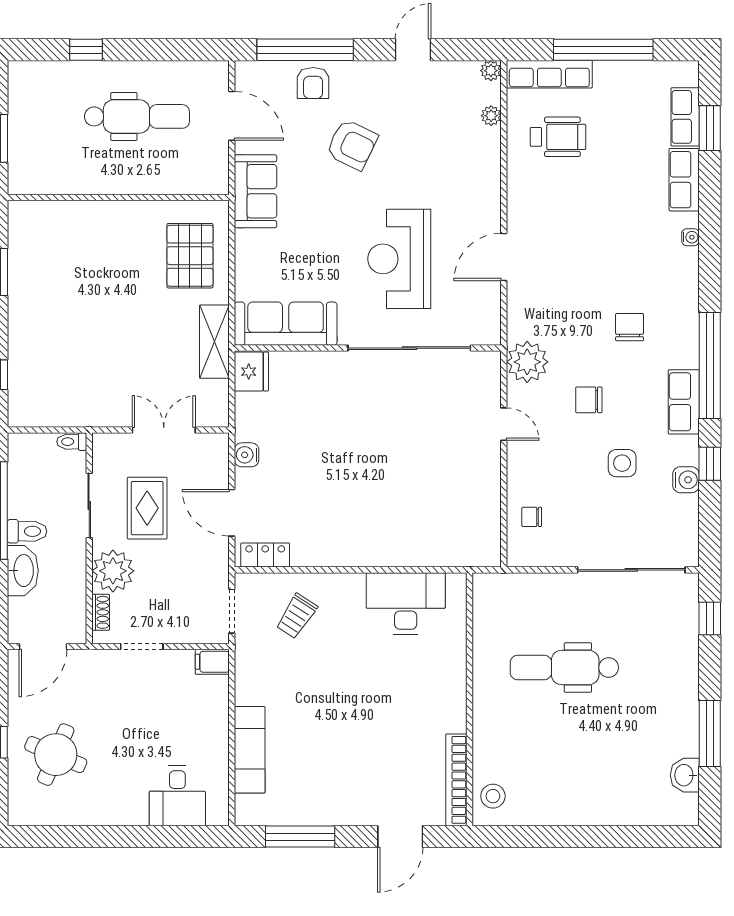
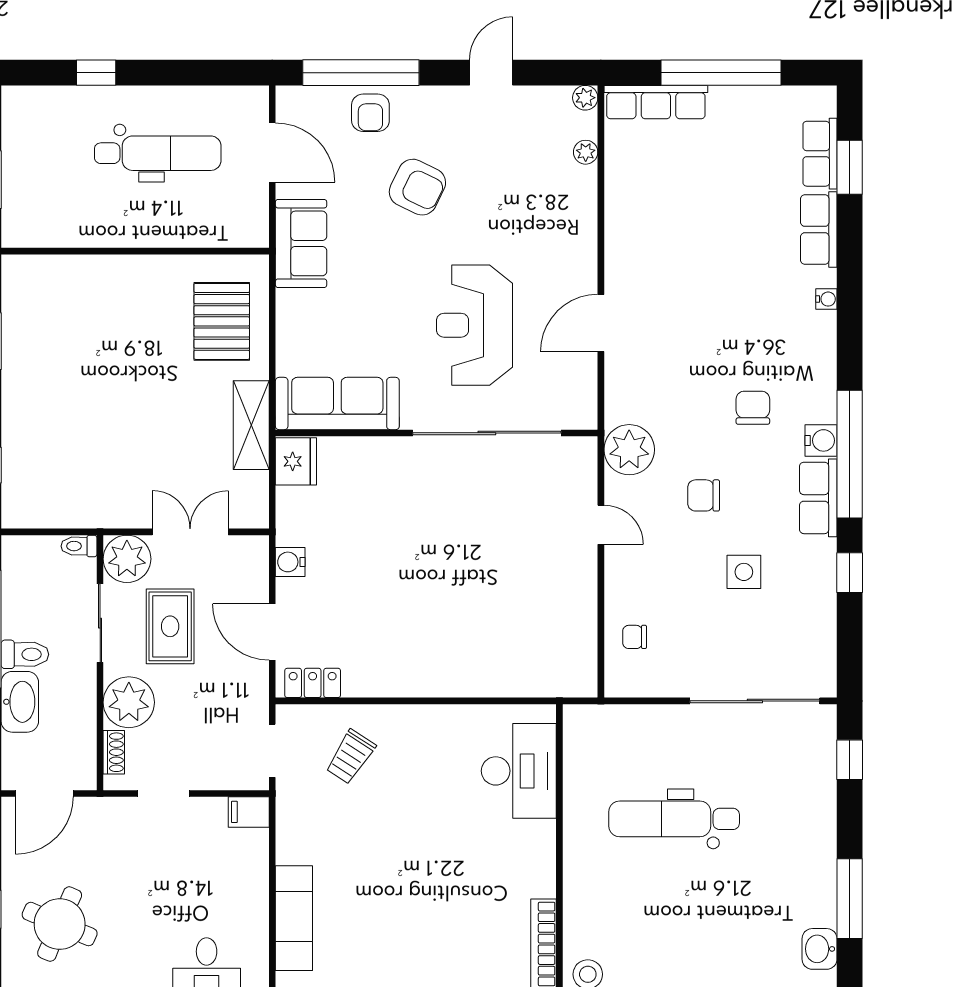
wheelchair: (558, 137) -> (666, 178), removed
plant: (112, 452) -> (127, 559), added
water cooler: (686, 480) -> (821, 440), moved
desk: (406, 603) -> (519, 771), moved, turned 90

